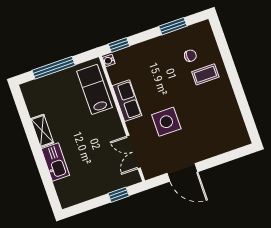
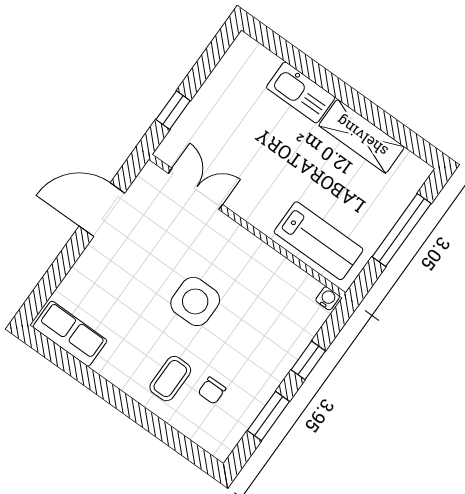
window: (119, 45) -> (308, 360), moved
row of seats: (127, 101) -> (70, 334), moved, turned 180
side table: (166, 122) -> (195, 301), moved
shelving: (42, 131) -> (362, 136), width x1.50, depth x1.33

